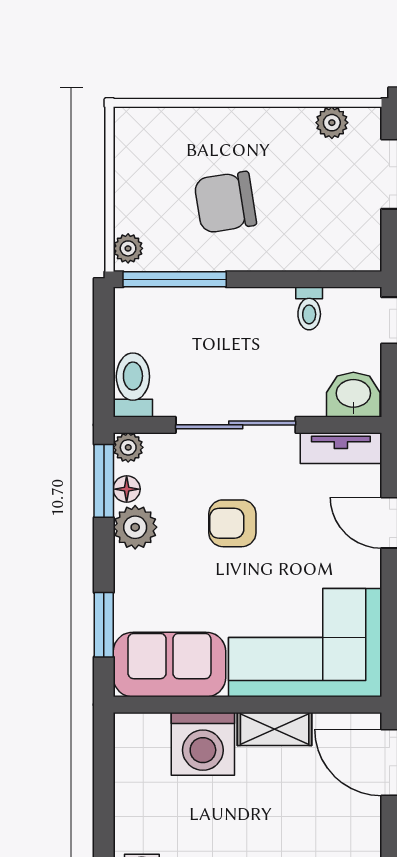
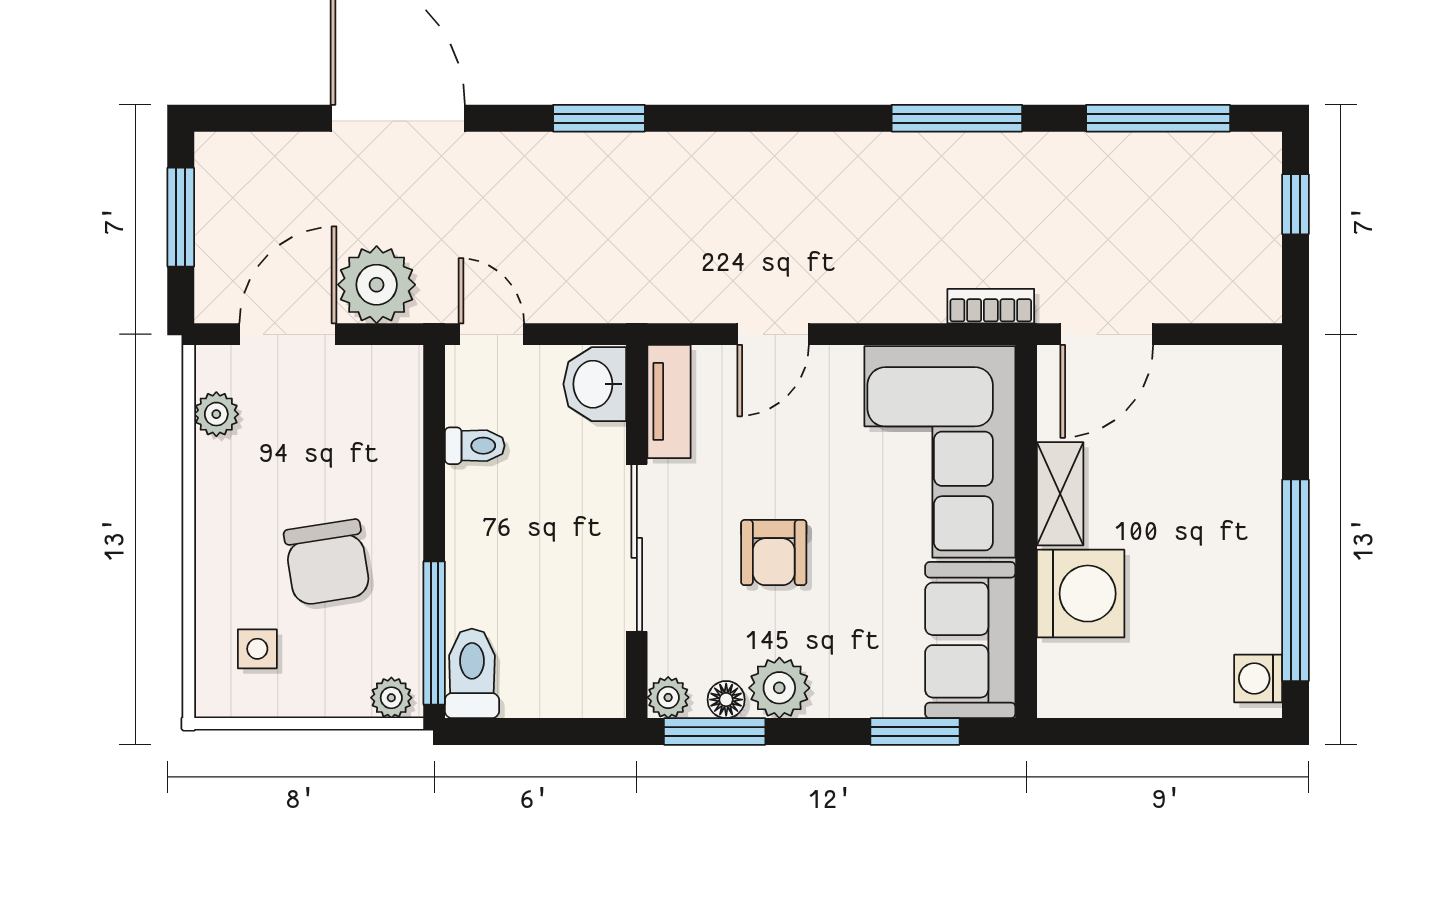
side table: (163, 152) -> (257, 649), added
toilet: (133, 385) -> (472, 673), moved, turned 90

